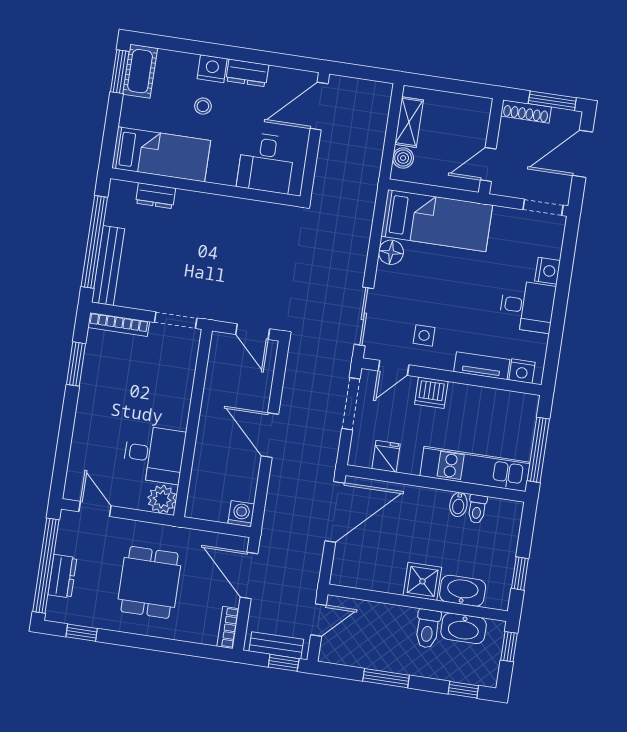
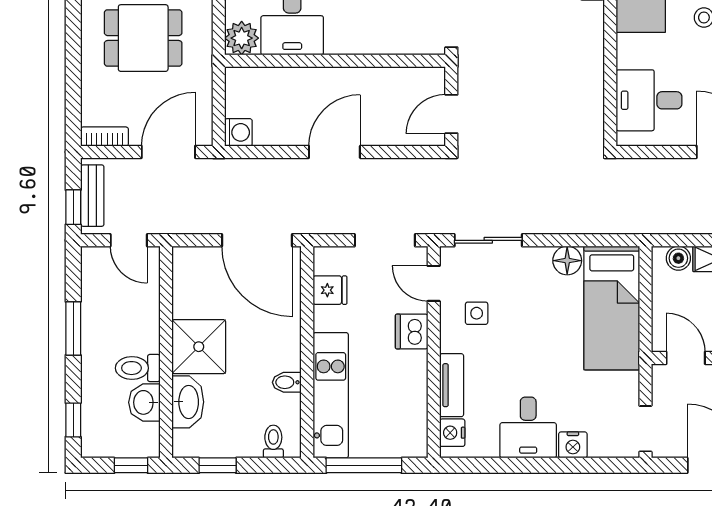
toilet: (477, 509) -> (273, 442), moved, turned 90
shower: (422, 581) -> (199, 347), width x1.36, depth x1.36
washbasin: (464, 628) -> (144, 402), width x0.72

